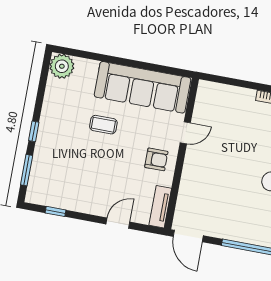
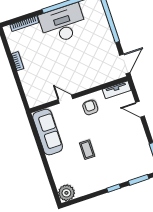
sofa: (143, 87) -> (48, 132), width x0.74, depth x0.79

